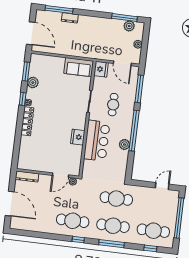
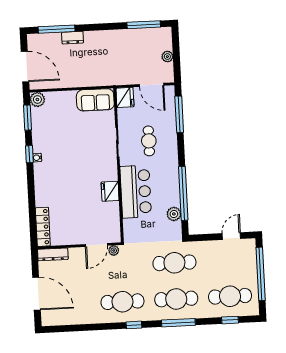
plant: (129, 26) -> (152, 35), removed
plant: (33, 83) -> (37, 99), moved
locker: (27, 121) -> (43, 227), moved
window: (134, 131) -> (183, 193), moved
plant: (124, 145) -> (174, 214), moved

